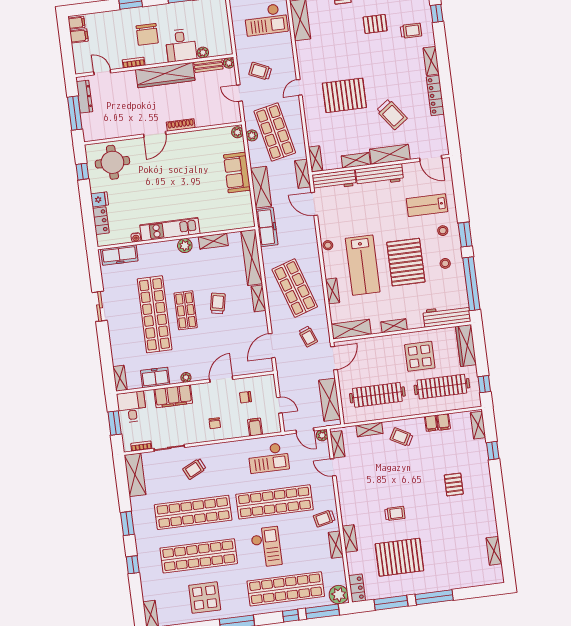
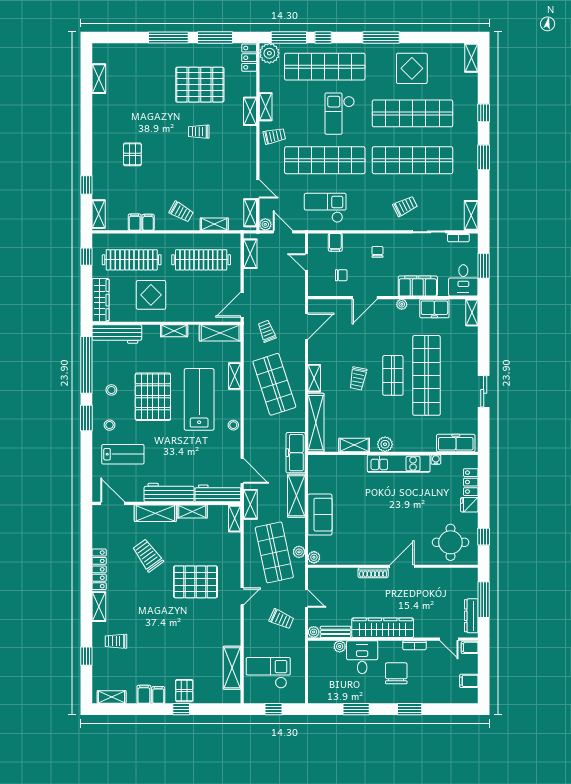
filing cabinet: (77, 23) -> (470, 647), moved
pallet: (375, 24) -> (153, 653), removed
shelving: (330, 400) -> (250, 254), width x0.67, depth x0.75
shelving: (135, 475) -> (471, 215), width x0.67, depth x0.75

